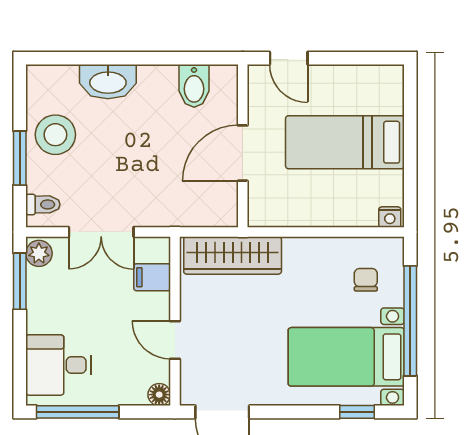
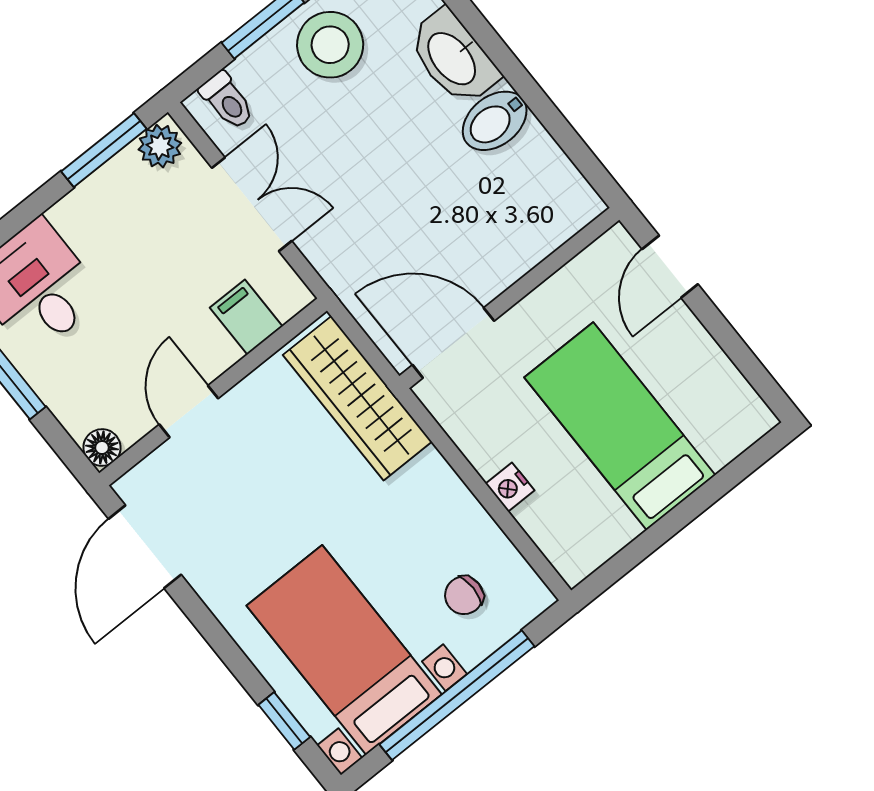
bidet: (194, 86) -> (495, 121), moved
door: (243, 153) -> (453, 343), moved
nightstand: (390, 217) -> (510, 487), moved
double door: (101, 232) -> (252, 204), swing flipped
chair: (366, 280) -> (464, 595), turned 180

